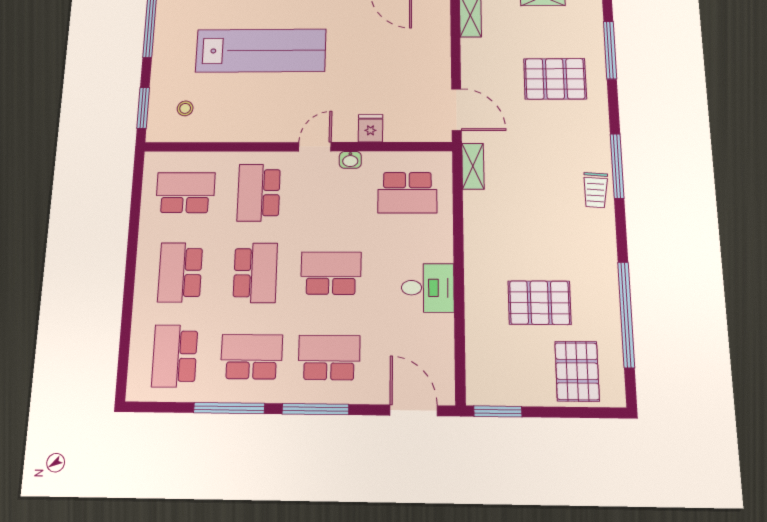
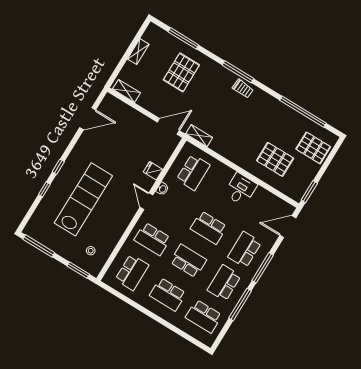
school desk: (185, 193) -> (132, 272), turned 180
school desk: (331, 273) -> (209, 228), turned -90
pallet: (539, 303) -> (275, 159), moved, turned 90

